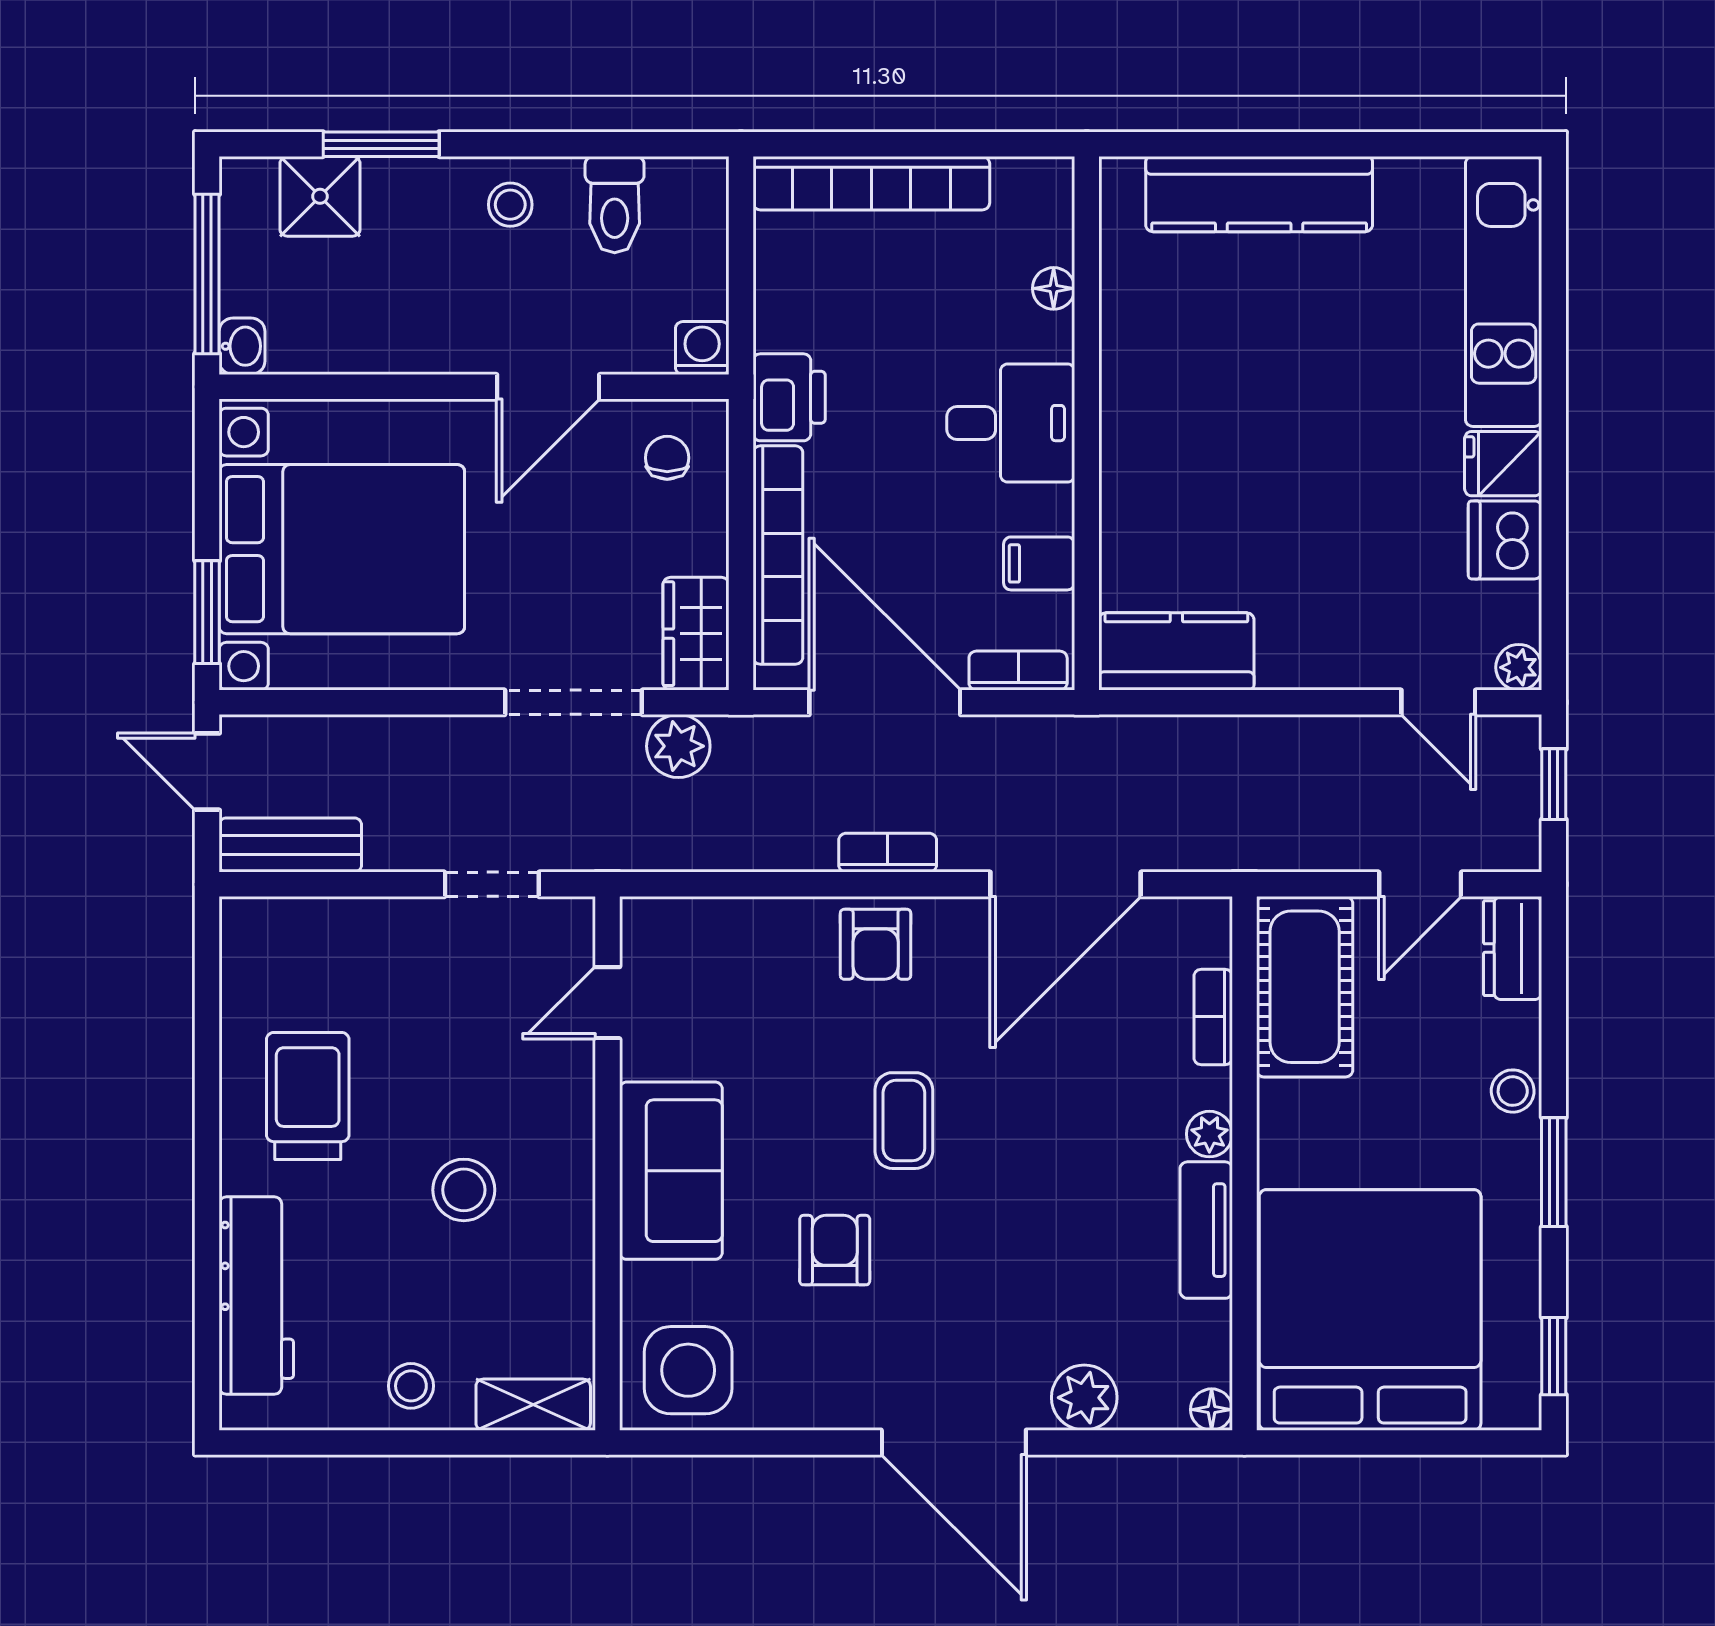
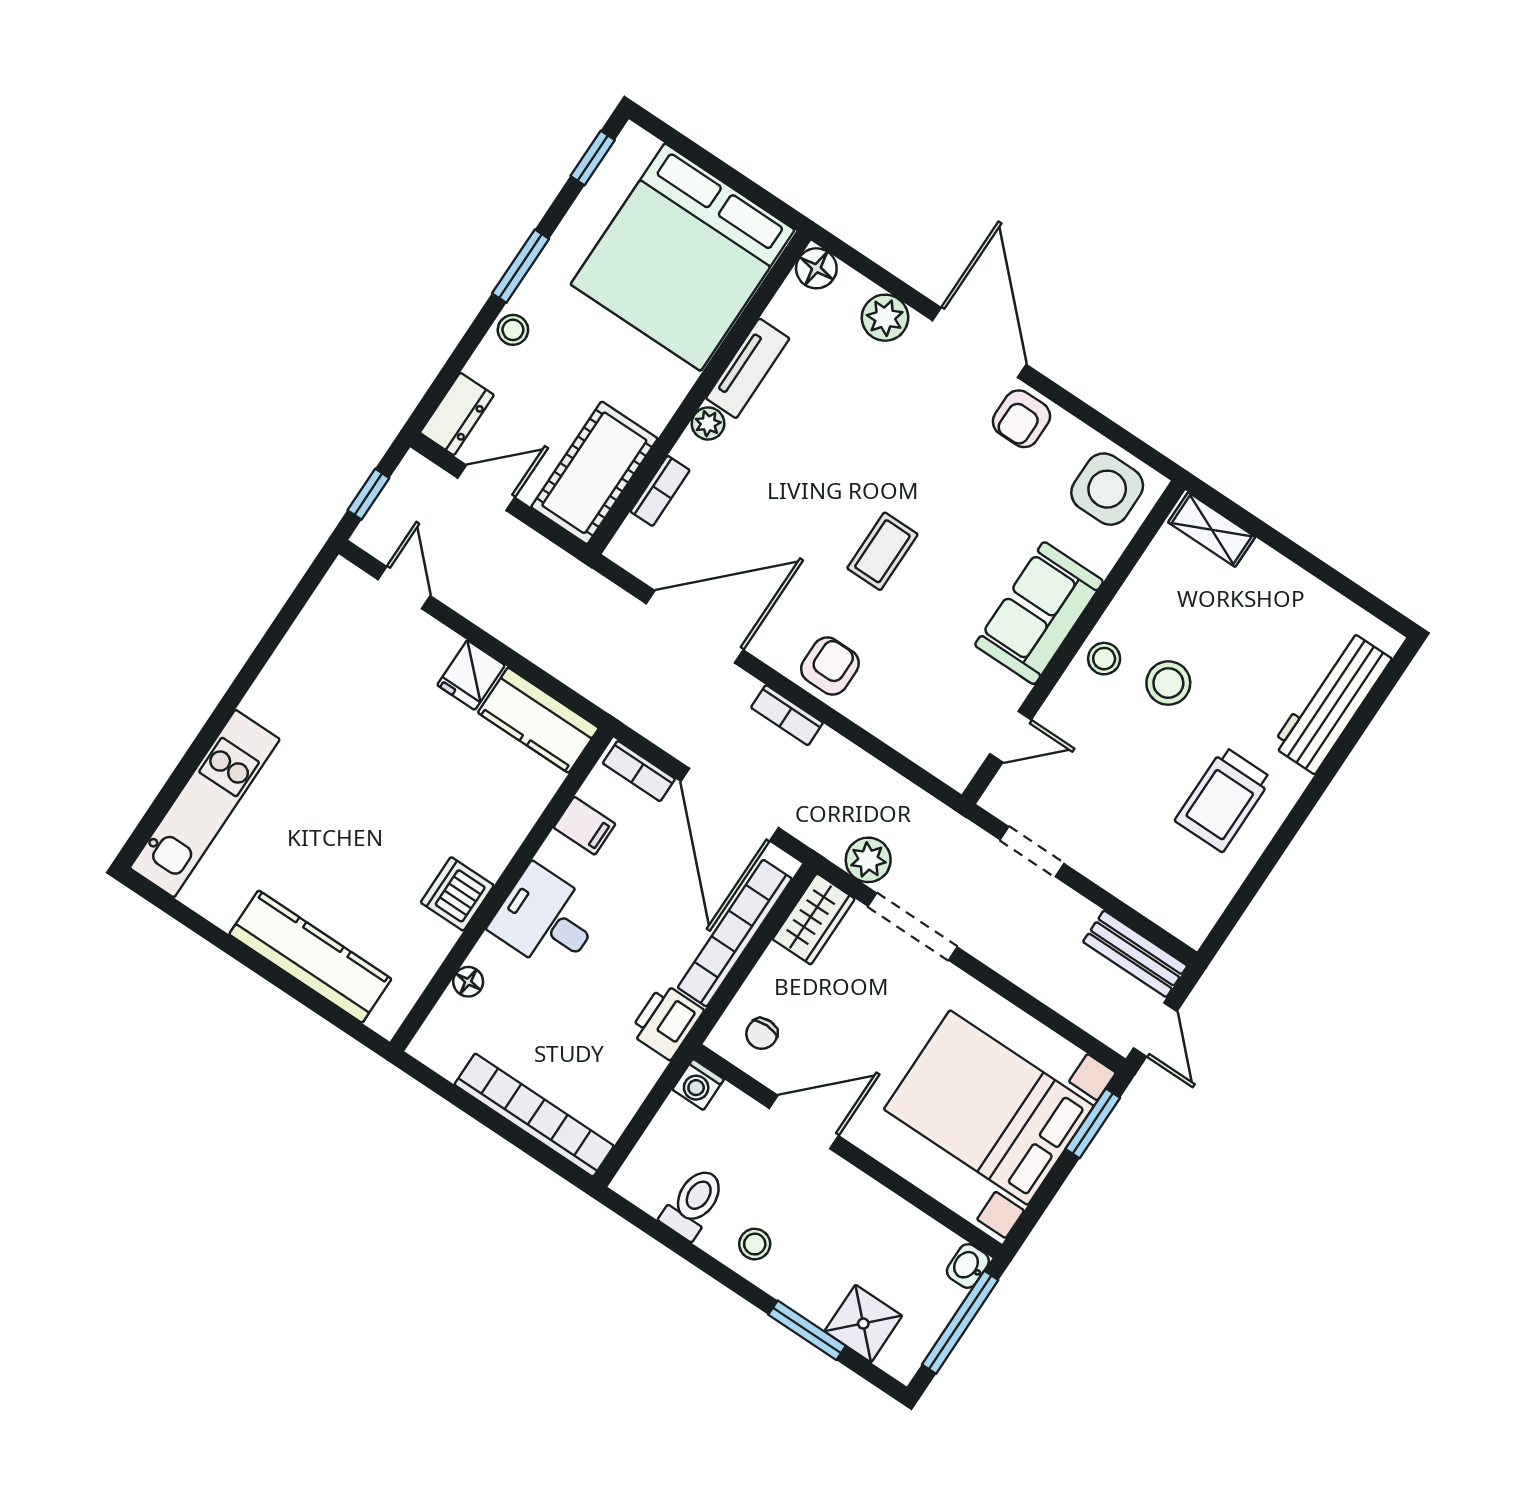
fridge: (1503, 464) -> (471, 675), moved, turned 90
dishwasher: (1505, 540) -> (457, 894), moved, turned 180
plant: (1519, 667) -> (343, 577), removed
armchair: (835, 1250) -> (1021, 419), moved
stool: (411, 1386) -> (1104, 659), moved
floor lamp: (1212, 1410) -> (816, 268), width x1.37, depth x1.37

